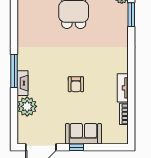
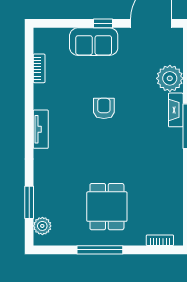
tv unit: (123, 88) -> (41, 129), moved

